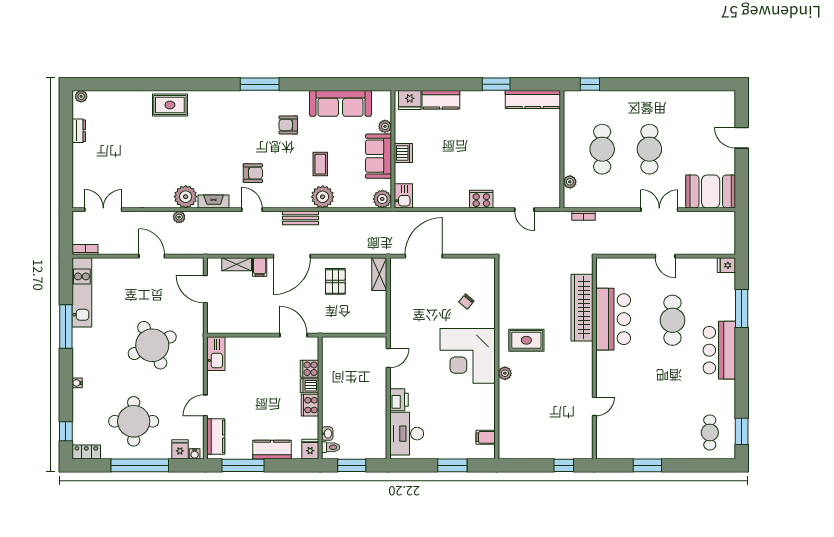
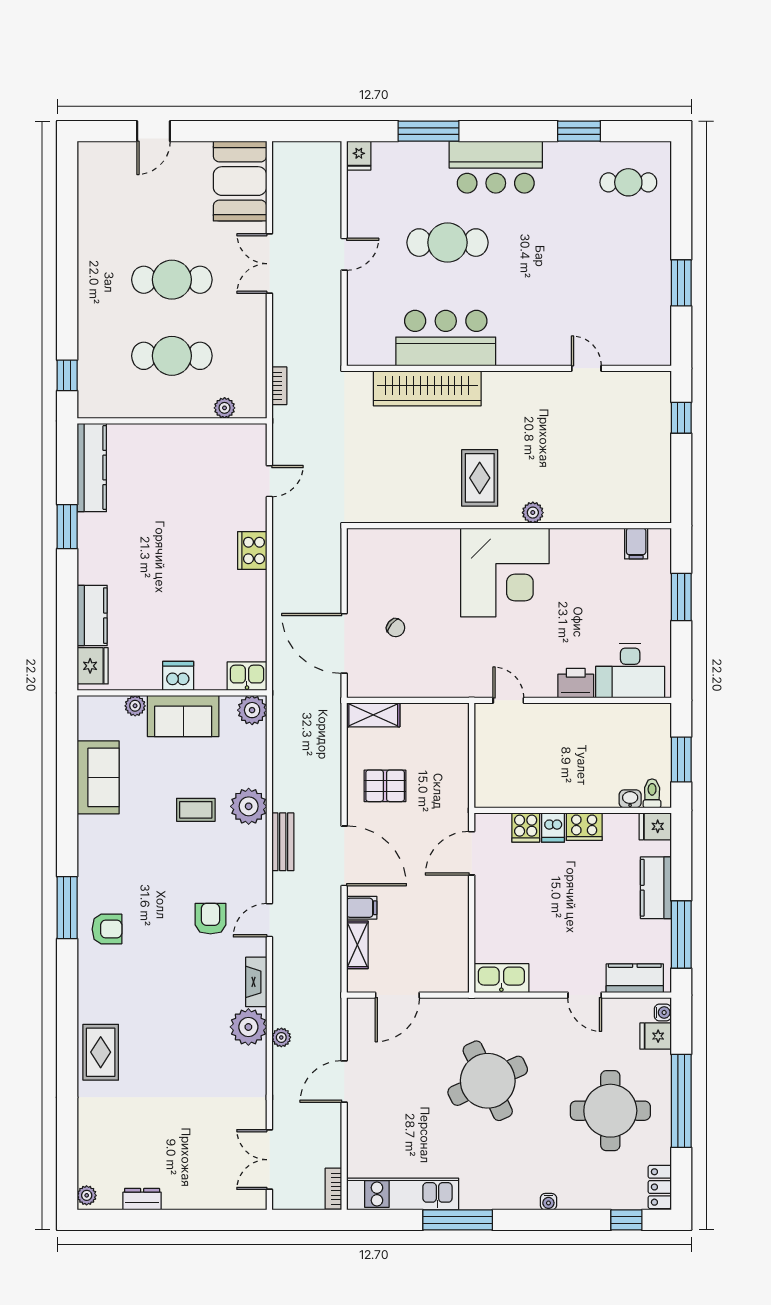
sofa: (340, 103) -> (98, 777), width x0.73
armchair: (288, 125) -> (107, 929), moved, turned -90
chair: (466, 301) -> (396, 628), moved
window: (742, 431) -> (579, 131), moved

